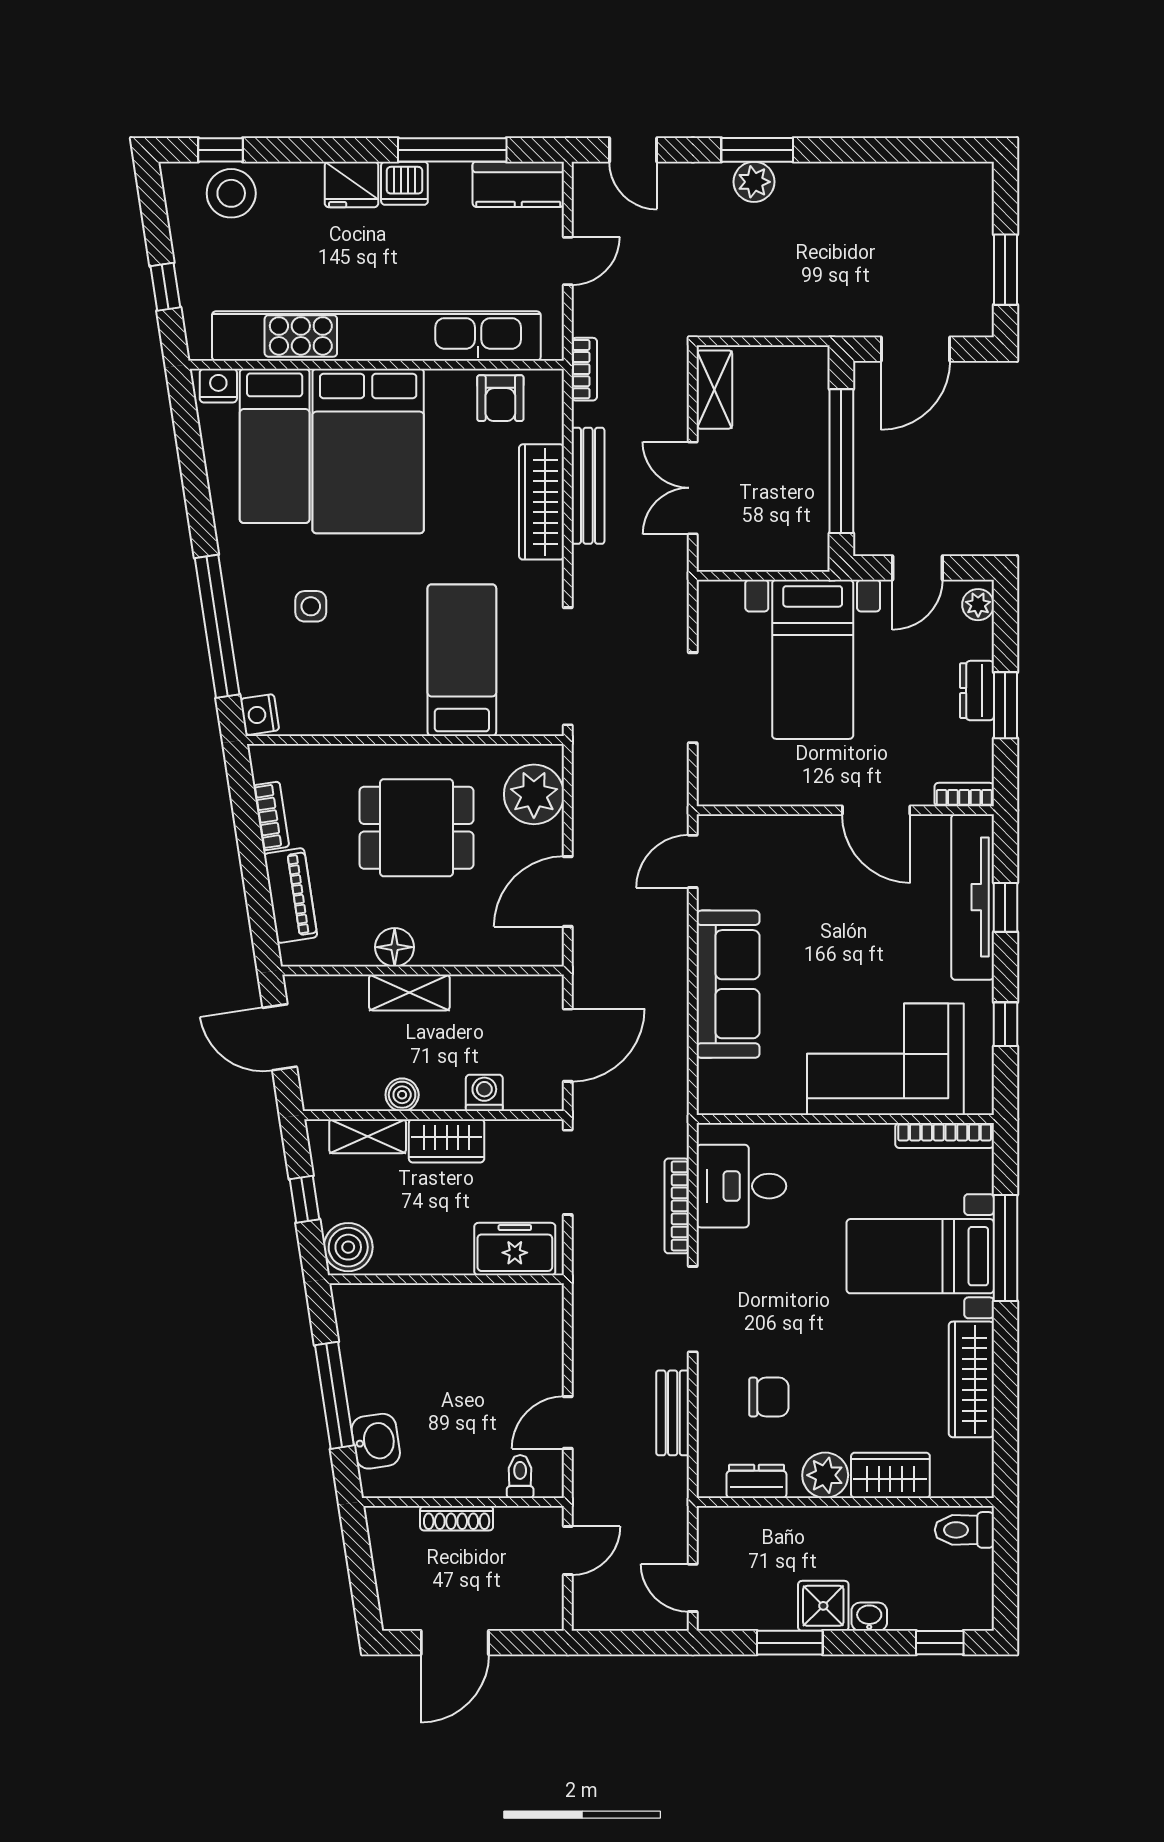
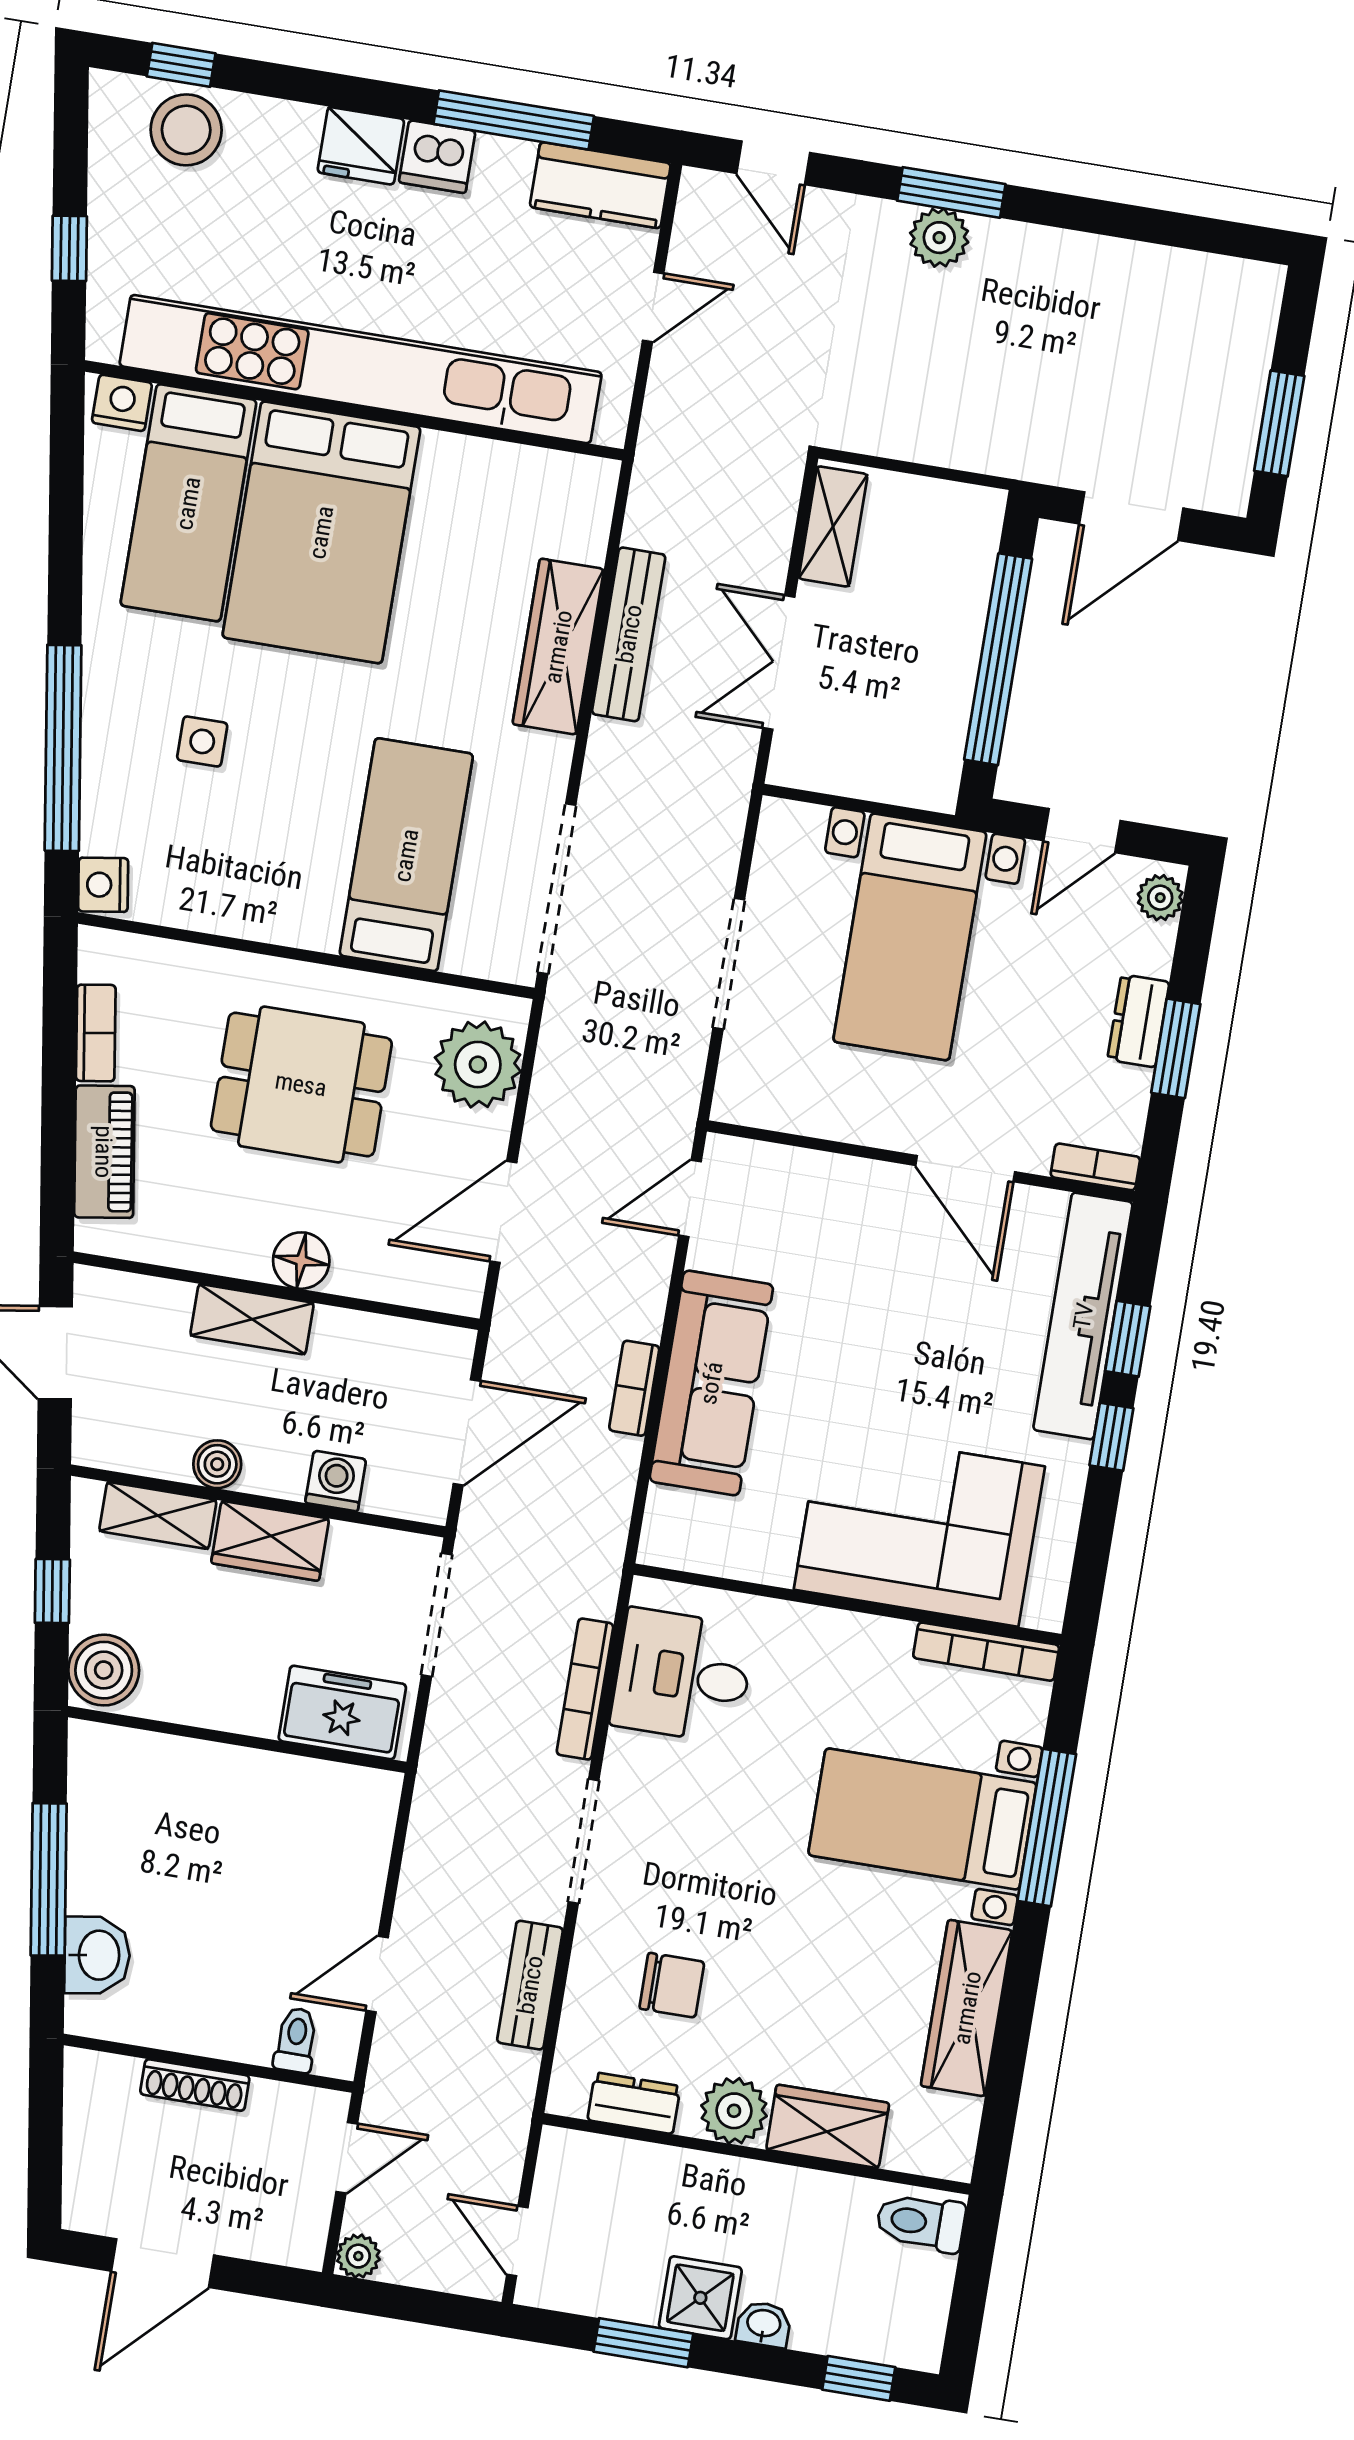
bookcase: (584, 369) -> (634, 1388), moved, turned 180
armchair: (500, 398) -> (524, 488), removed
floor lamp: (395, 947) -> (301, 1261), moved
window: (1005, 1024) -> (1111, 1437), moved
plant: (587, 1616) -> (358, 2256), added

